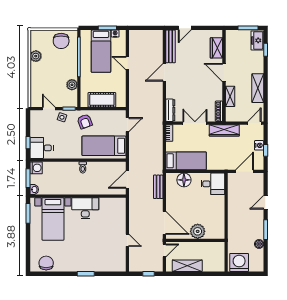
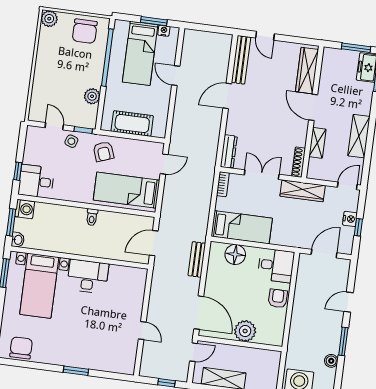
door: (185, 28) -> (265, 36), hinge flipped
wardrobe: (216, 48) -> (307, 71), width x1.50
plant: (36, 56) -> (49, 19), moved
armchair: (217, 206) -> (278, 298), added

